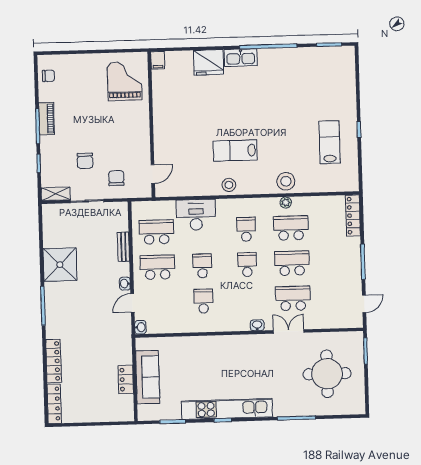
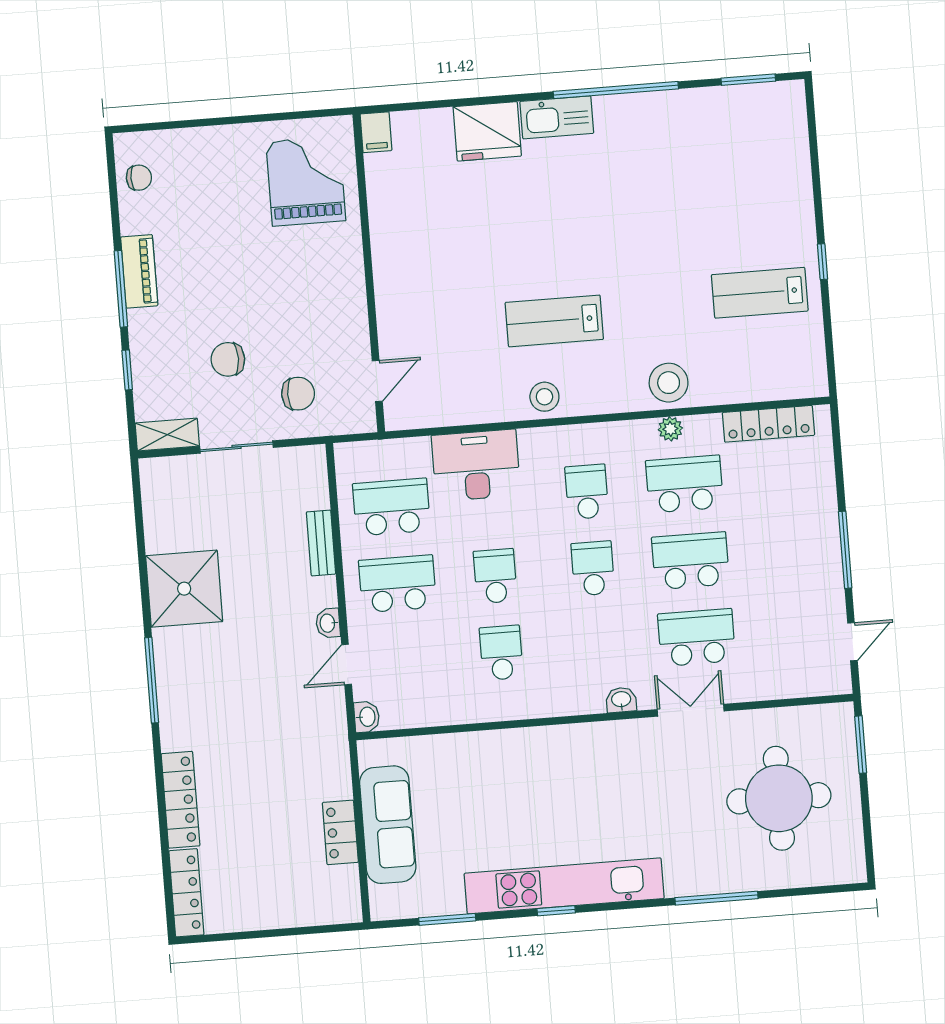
lab bench: (330, 142) -> (760, 293), turned -90
chair: (85, 161) -> (228, 359), turned 90
chair: (116, 178) -> (298, 394), turned 90
locker: (353, 216) -> (768, 424), moved, turned -90

